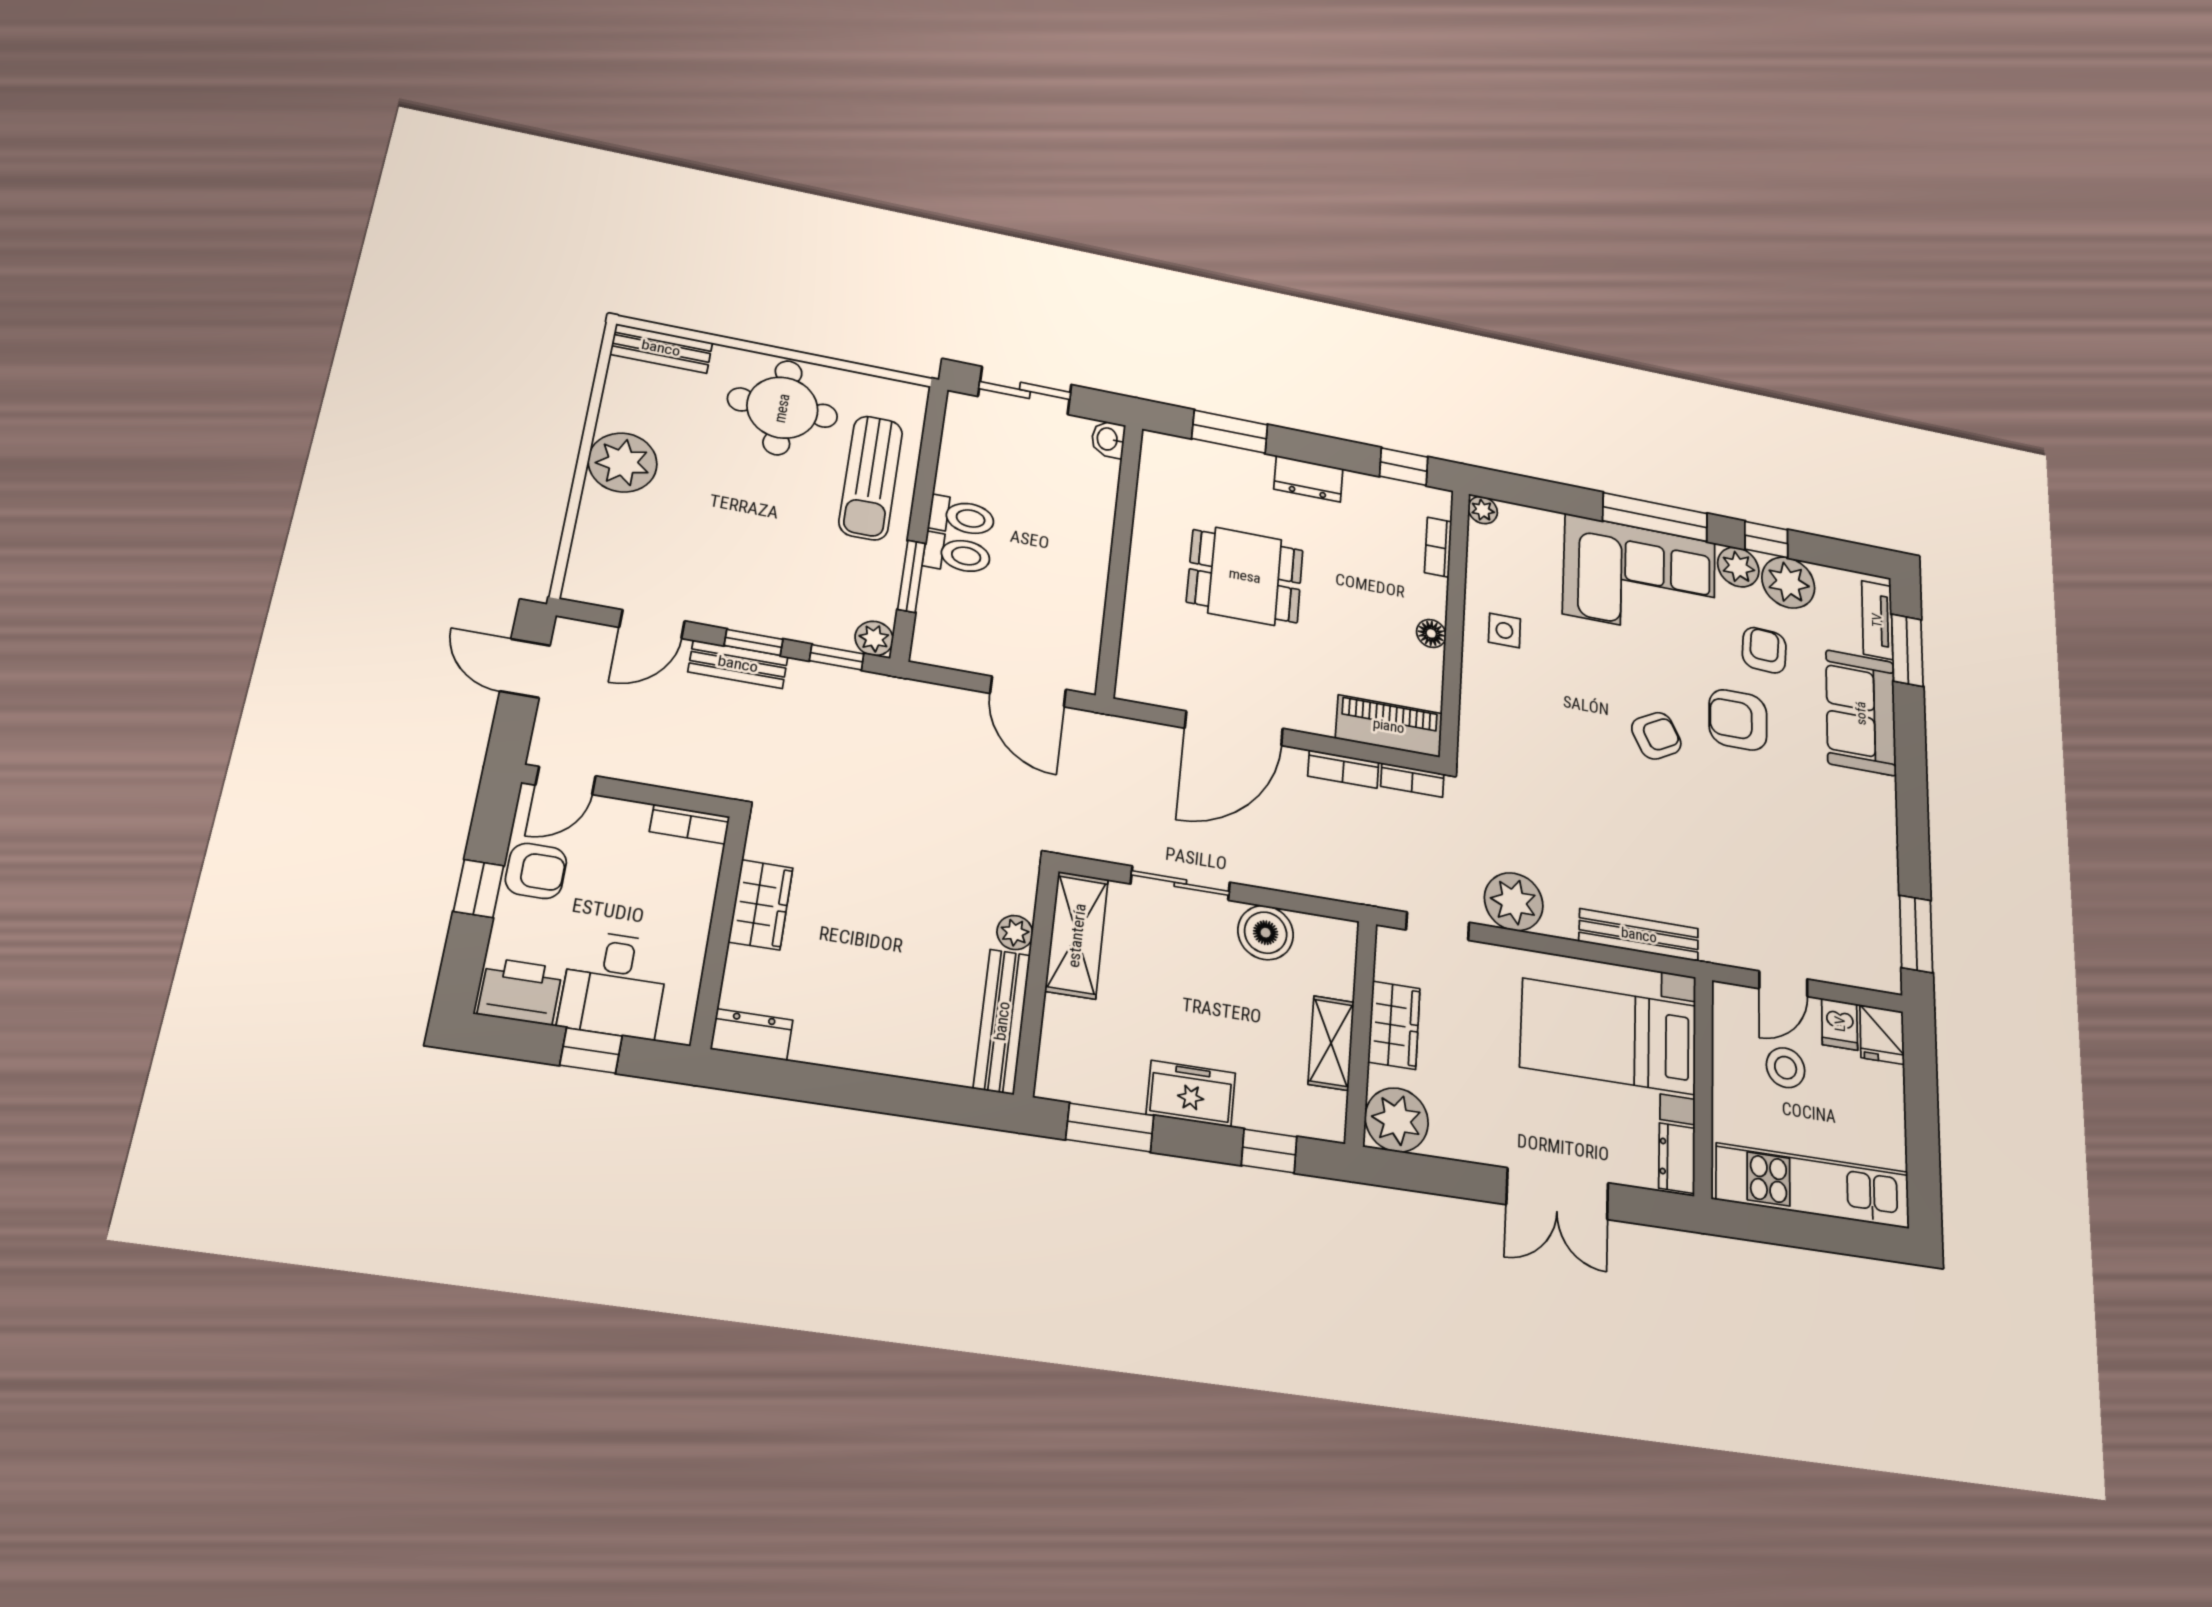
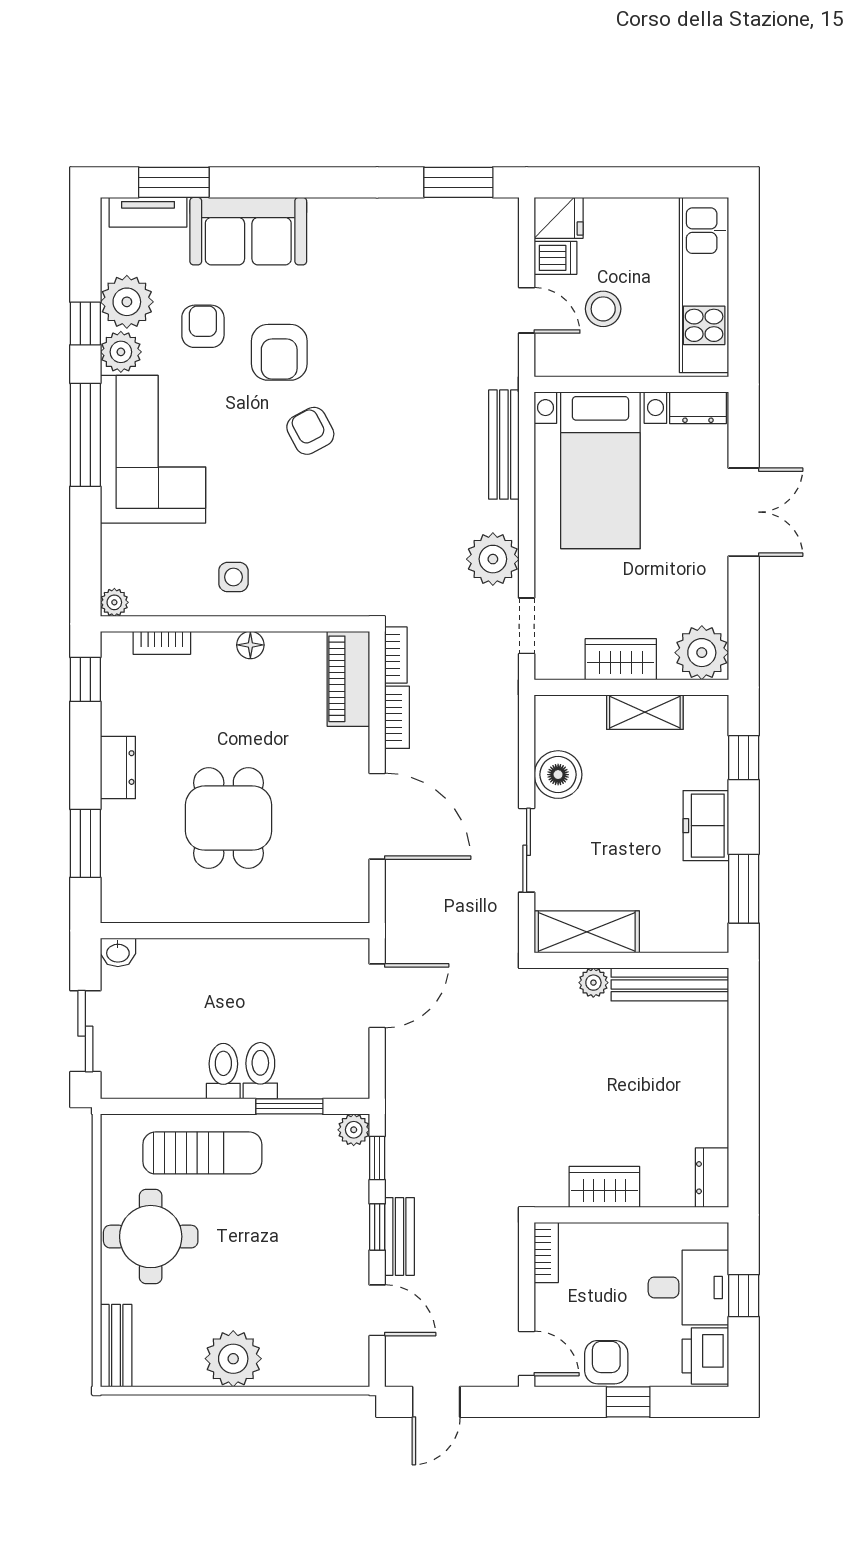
armchair: (1764, 650) -> (203, 326), turned 87

